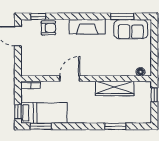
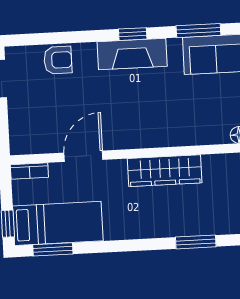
window: (38, 16) -> (133, 34), moved
door: (70, 79) -> (83, 156), moved
wardrobe: (115, 88) -> (165, 171), moved

